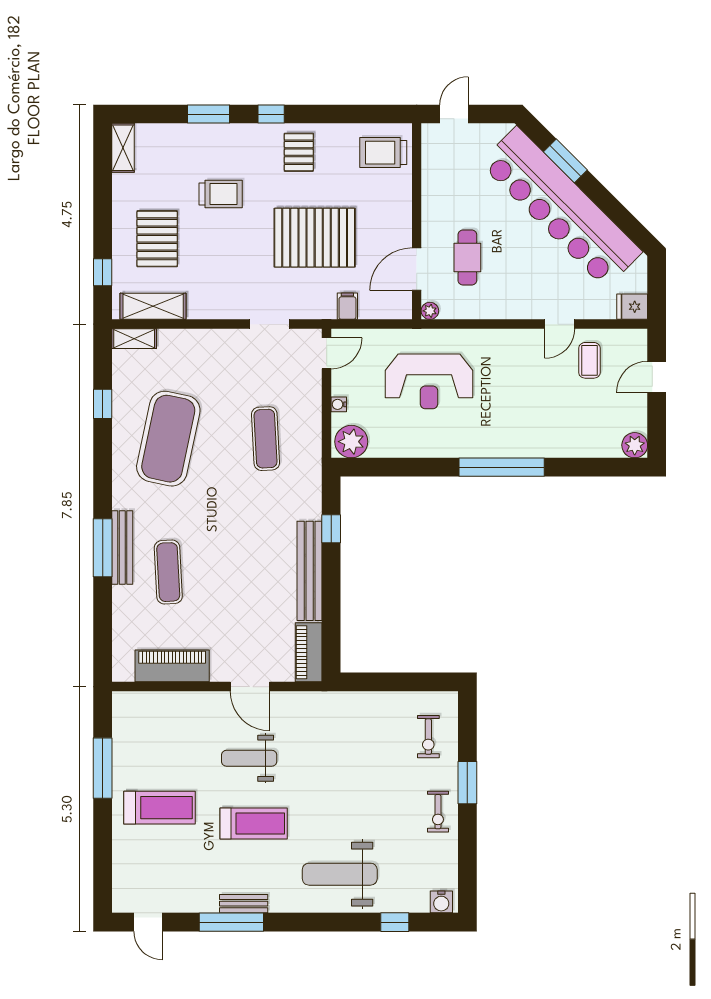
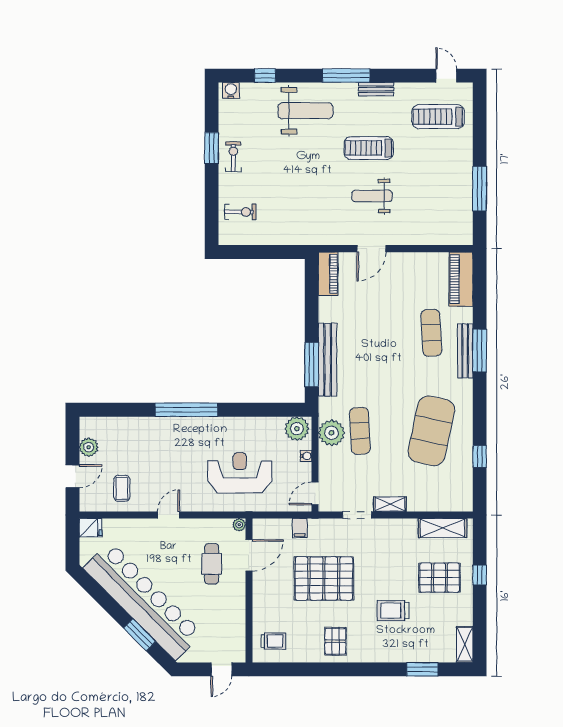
window: (209, 114) -> (422, 669), moved
window: (271, 114) -> (356, 669), removed
trolley: (383, 153) -> (273, 641), width x0.73, depth x0.72
pallet: (157, 239) -> (440, 578), turned 90
window: (103, 272) -> (480, 575), moved
door: (560, 324) -> (169, 515), moved
shelving: (134, 339) -> (390, 504), moved
plant: (304, 436) -> (332, 433), added
plant: (635, 445) -> (89, 447), moved
window: (331, 529) -> (312, 365), width x2.17
bench: (310, 571) -> (328, 360), moved
piano: (172, 666) -> (461, 279), moved, turned 90
door: (250, 687) -> (371, 249), swing flipped
exercise bike: (428, 737) -> (240, 212), turned 90
weight bench: (249, 758) -> (372, 196), turned 180
window: (467, 783) -> (212, 148), moved
treadmill: (159, 808) -> (438, 117), moved
window: (231, 922) -> (346, 76), moved

